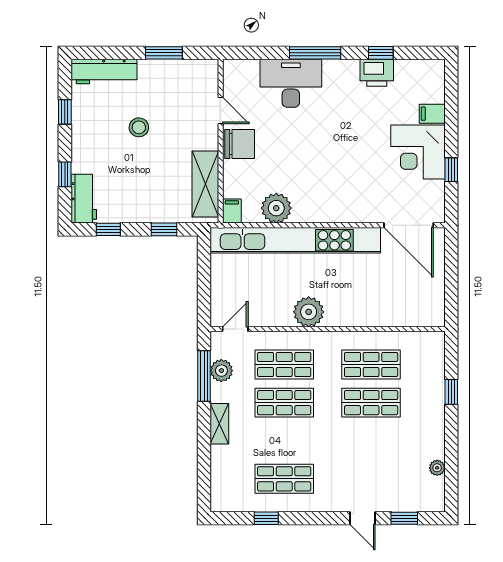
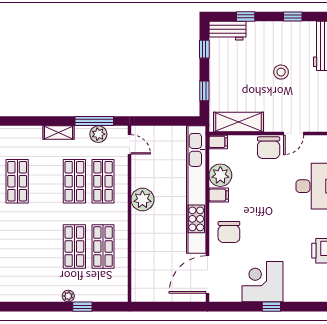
filing cabinet: (432, 114) -> (219, 195), moved, turned 90
window: (451, 170) -> (271, 307), moved
chair: (352, 197) -> (229, 232), added
plant: (437, 468) -> (68, 296), moved

